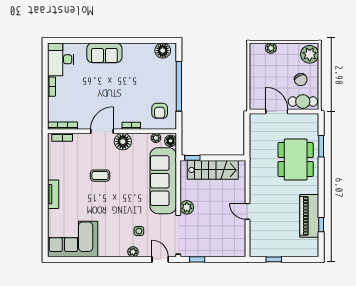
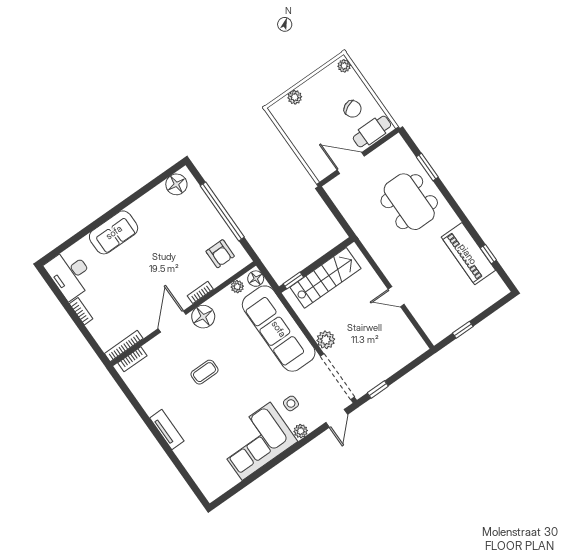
plant: (310, 54) -> (344, 66), width x0.53, depth x0.53
corner sofa: (73, 239) -> (256, 441), moved
door: (160, 259) -> (337, 418), swing flipped

